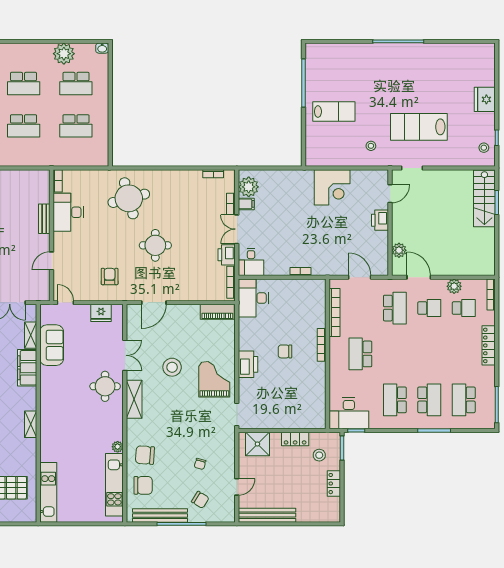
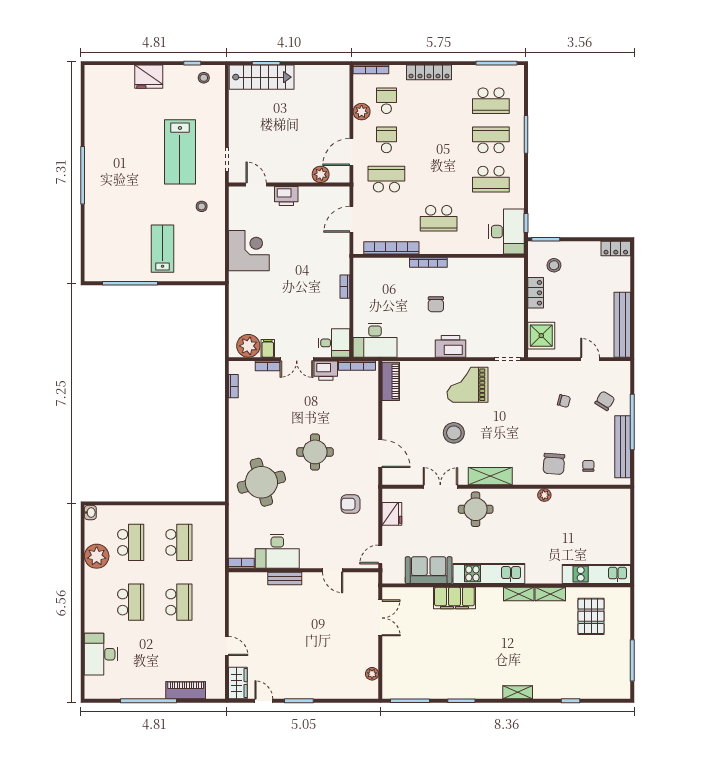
shelving: (31, 335) -> (550, 594), moved
locker: (334, 484) -> (616, 248), moved
kitchen unit: (114, 485) -> (489, 574), moved, turned 180
chair: (143, 485) -> (588, 466), width x0.54, depth x0.54

